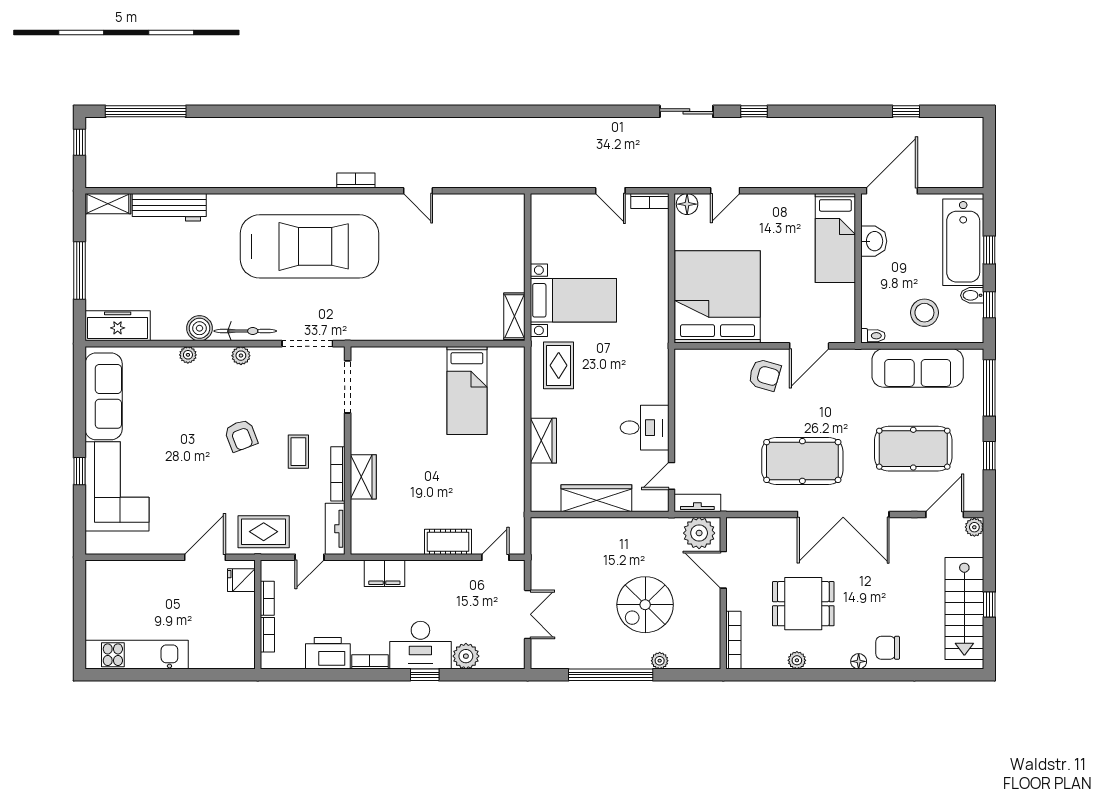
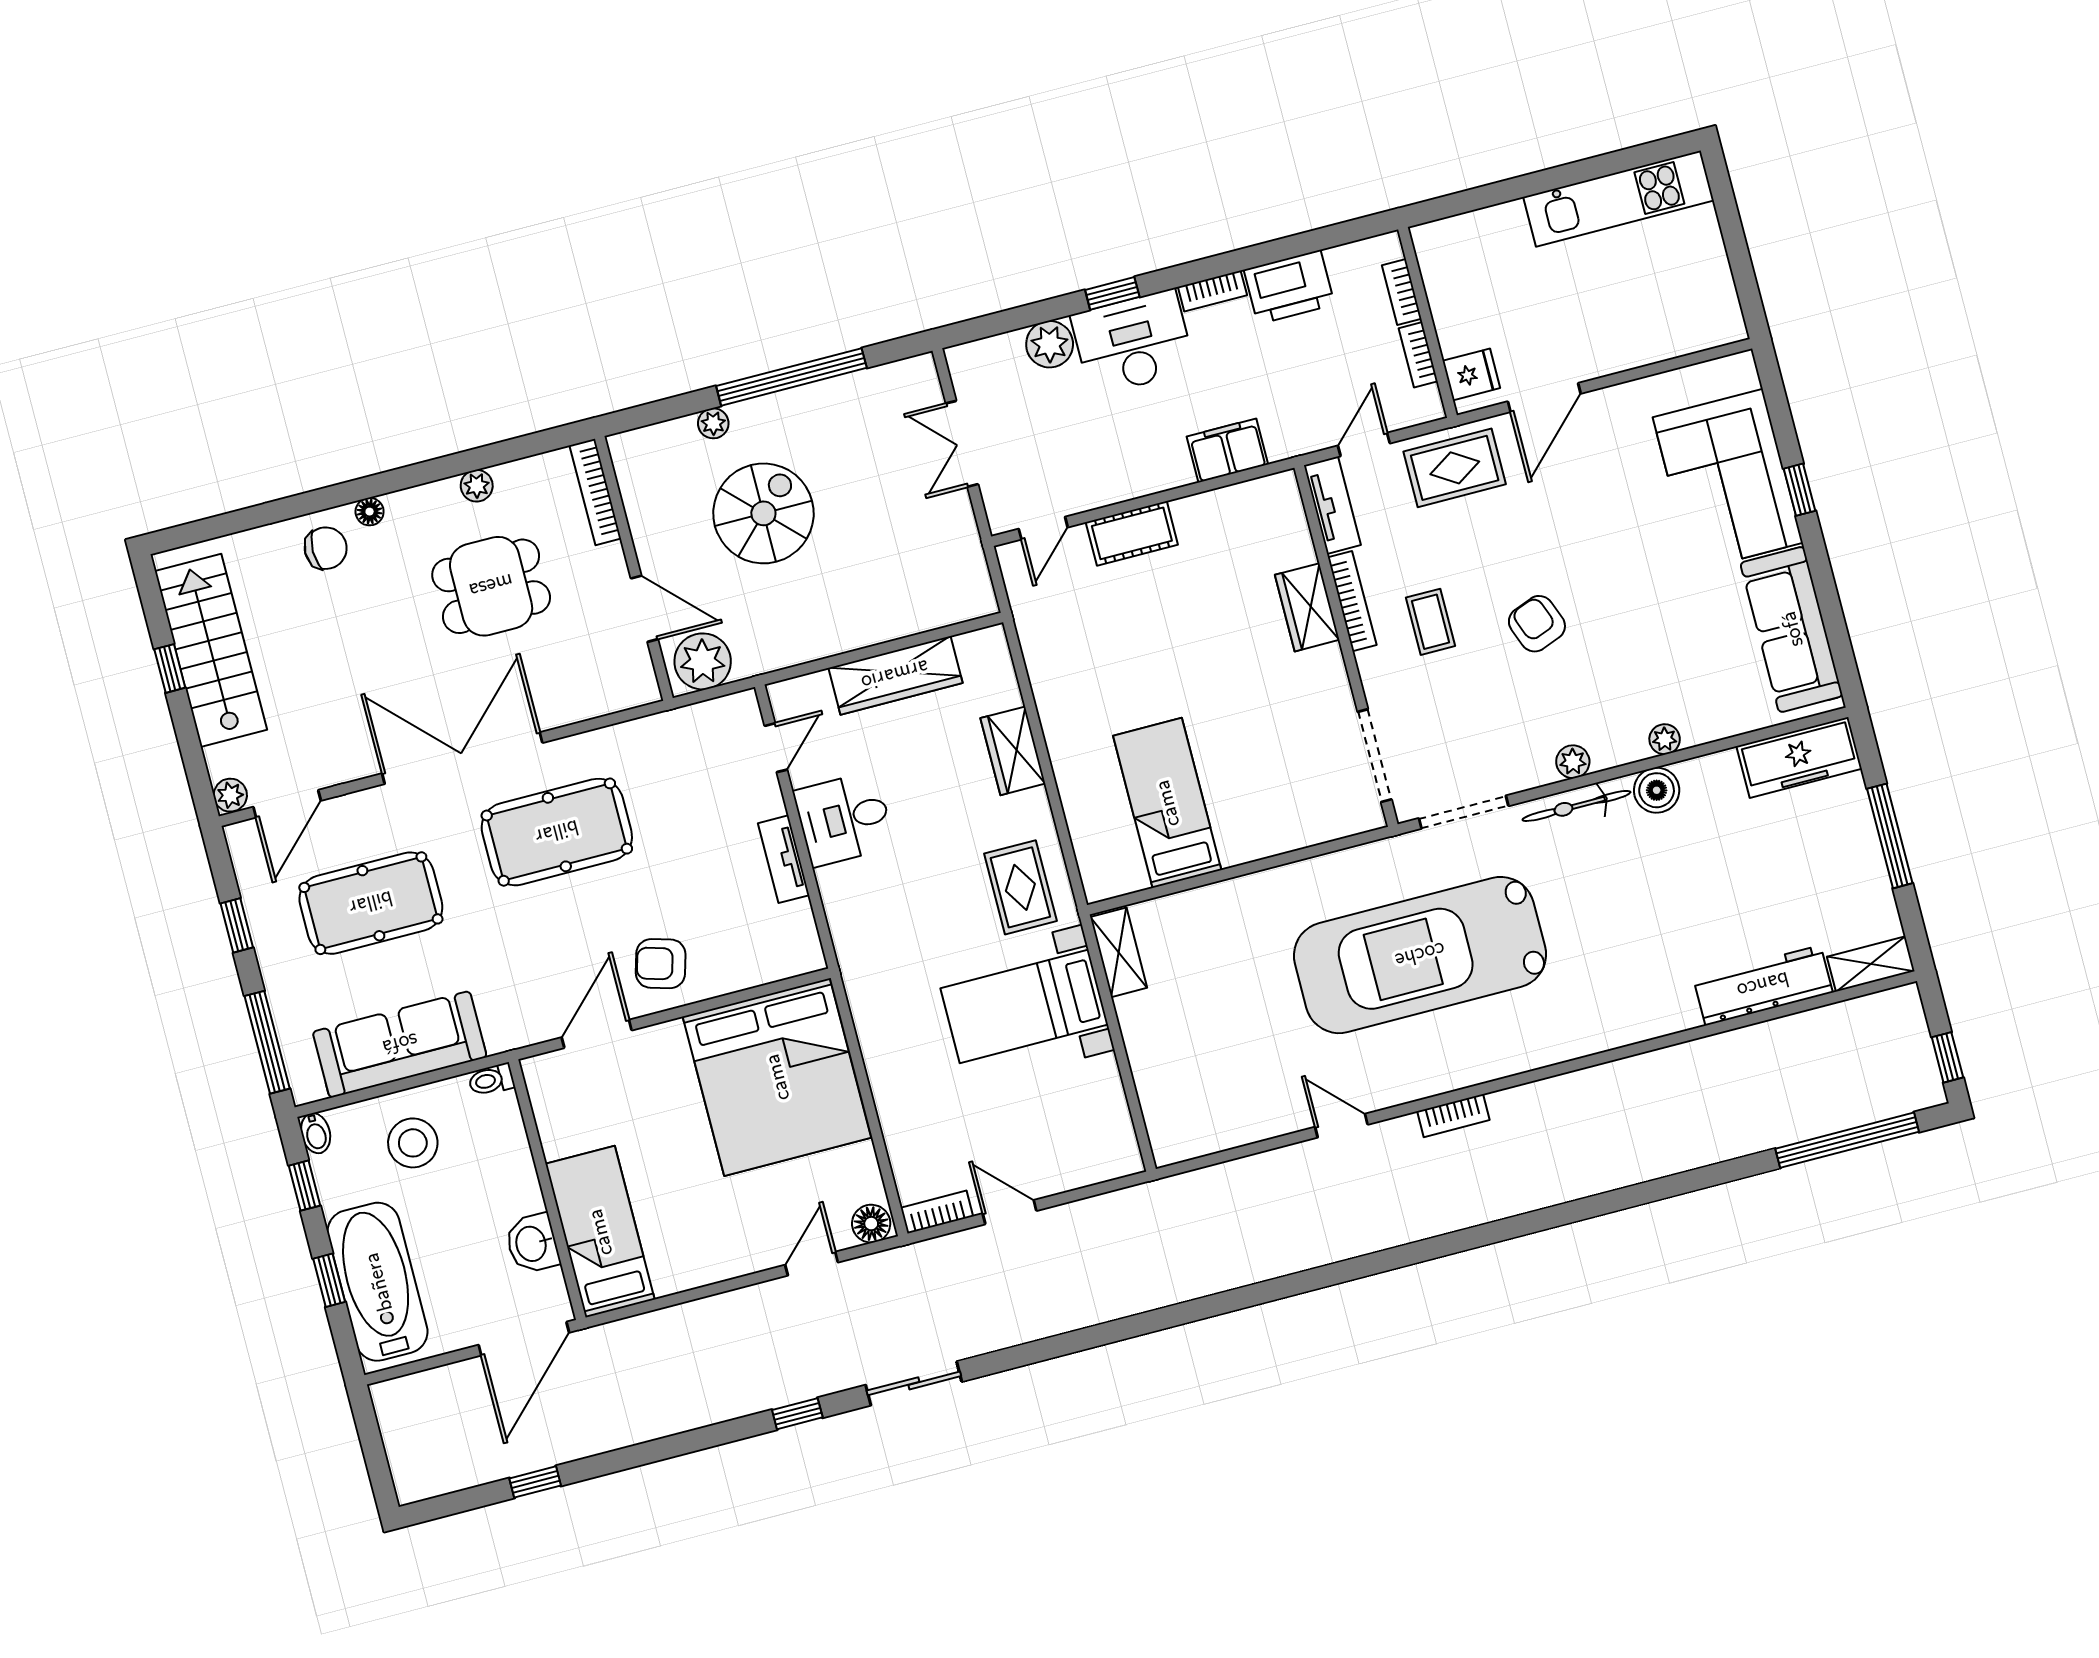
car: (309, 246) -> (1420, 955), moved
bidet: (972, 295) -> (316, 1133), moved, turned 90
tv unit: (697, 503) -> (784, 859), moved, turned 90

